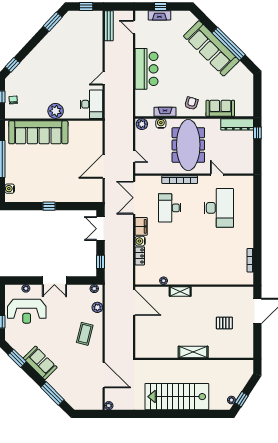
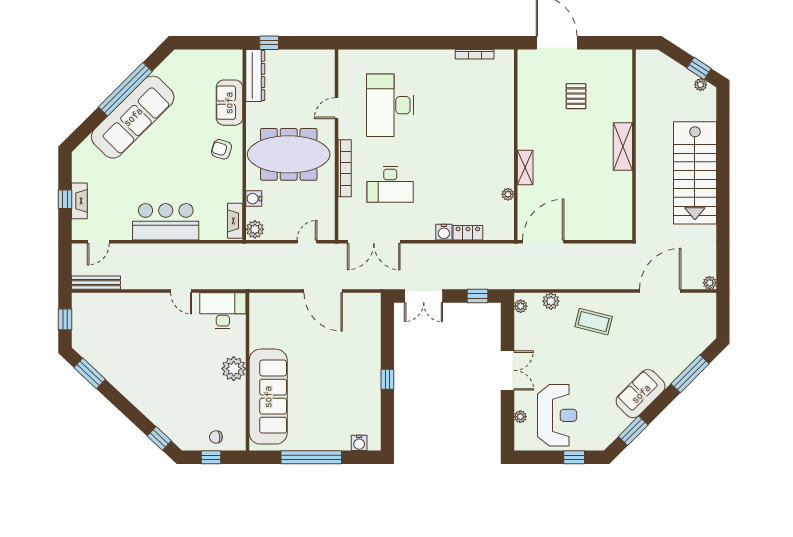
fireplace: (165, 112) -> (235, 221), moved
desk: (219, 208) -> (390, 105), turned -90
filing cabinet: (141, 226) -> (420, 230), removed

